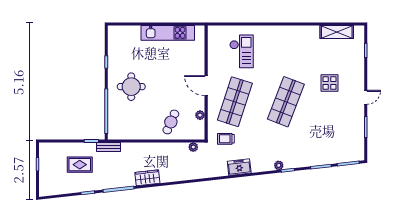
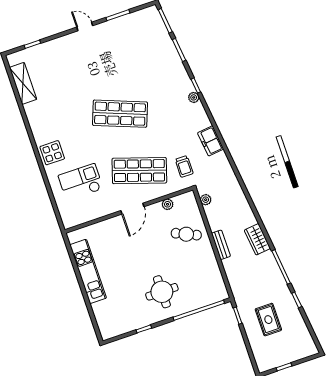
display table: (330, 83) -> (52, 153), moved
bench: (109, 147) -> (221, 245), moved

